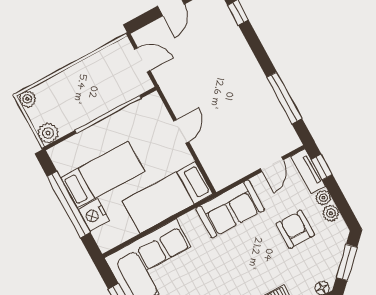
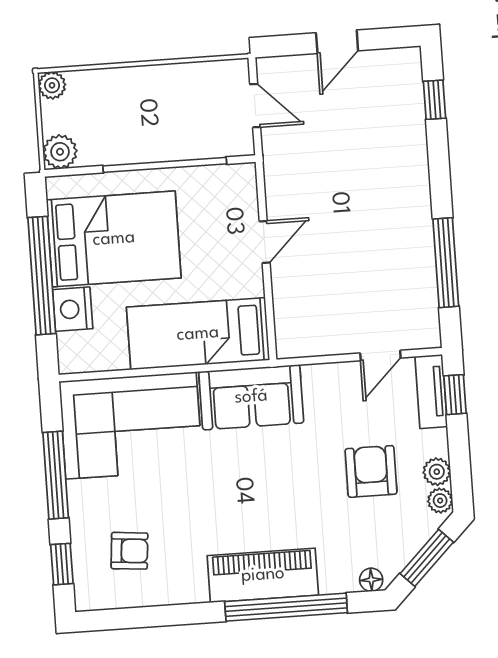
bed: (103, 175) -> (114, 239), width x1.50
plant: (323, 198) -> (440, 501), moved
sofa: (230, 209) -> (251, 397), moved

